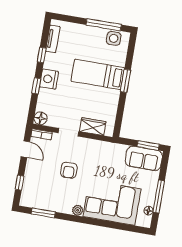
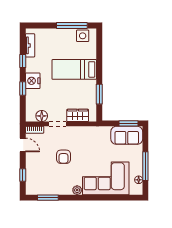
window: (125, 81) -> (99, 94), moved
floor lamp: (41, 118) -> (42, 116), moved

